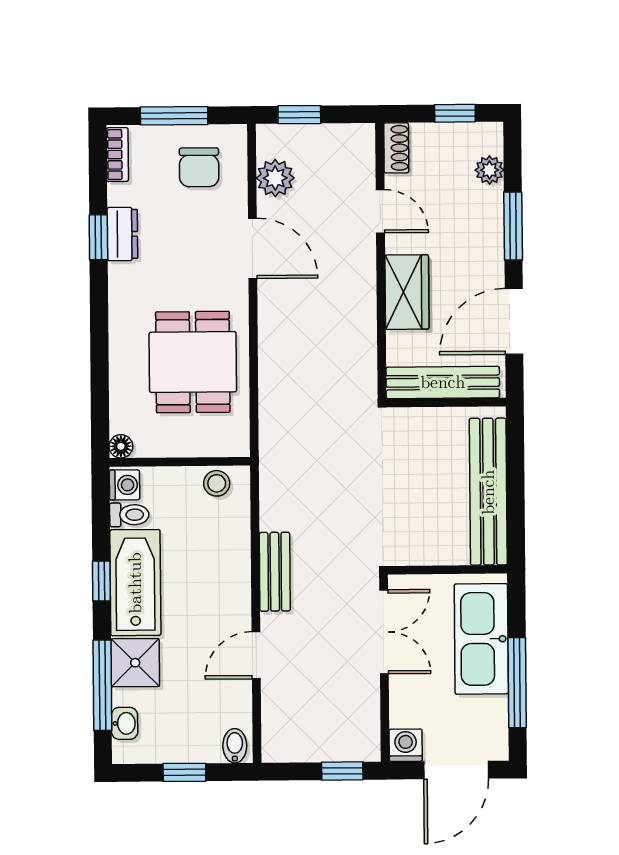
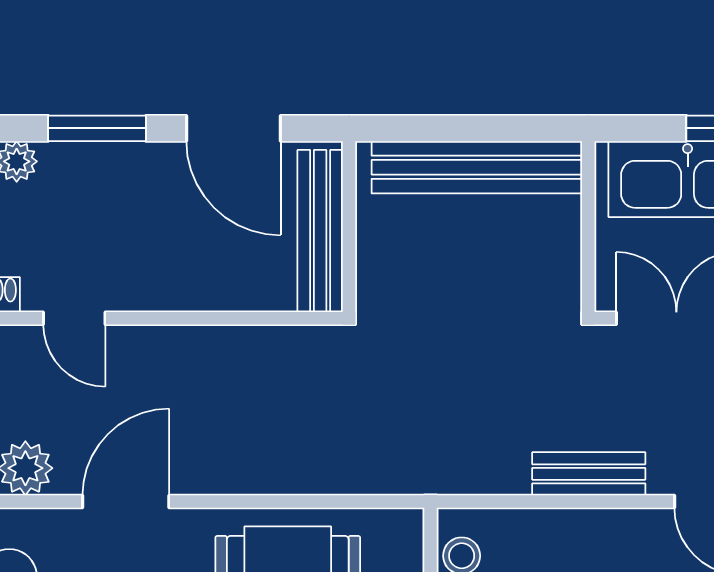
door: (380, 211) -> (74, 318), swing flipped
wardrobe: (407, 292) -> (190, 281), removed

